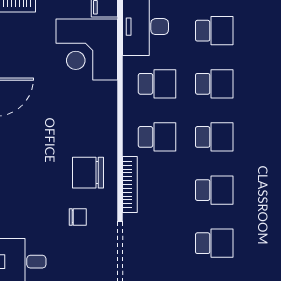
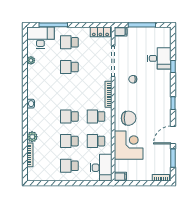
corner desk: (87, 49) -> (129, 145), moved
chair: (88, 173) -> (129, 118), moved
school desk: (214, 190) -> (69, 92), removed

